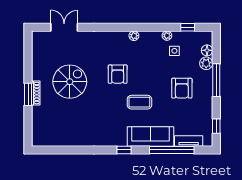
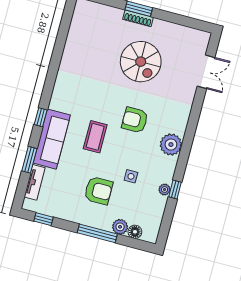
window: (188, 27) -> (175, 189), moved
plant: (134, 36) -> (171, 145), width x1.87, depth x1.87
side table: (174, 51) -> (131, 176), moved
armchair: (182, 88) -> (98, 191), turned 180
window: (124, 150) -> (41, 117), moved
window: (172, 150) -> (29, 160), width x0.47

